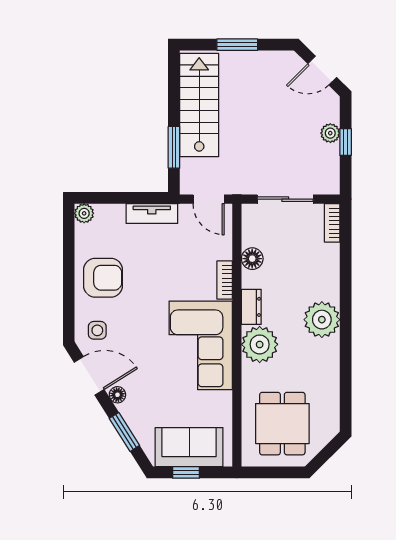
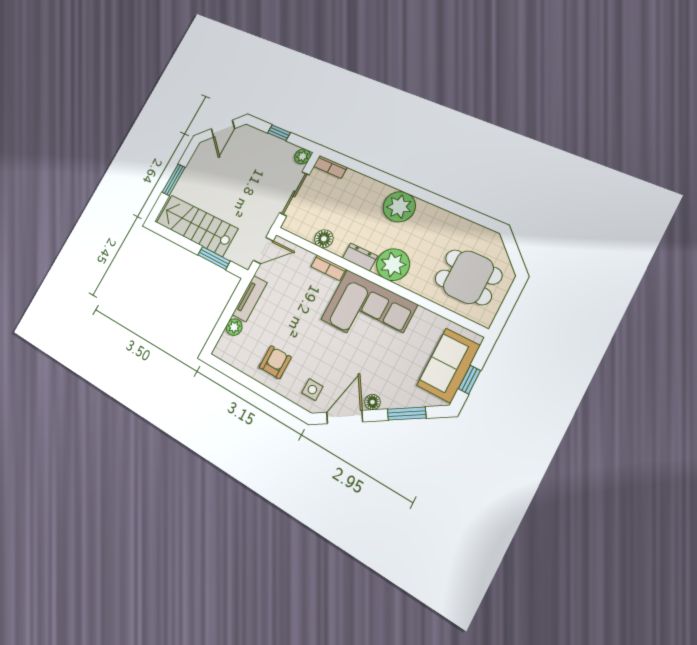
plant: (330, 133) -> (302, 156), moved
plant: (84, 213) -> (234, 327), moved
armchair: (103, 278) -> (275, 362), width x0.72, depth x0.72

